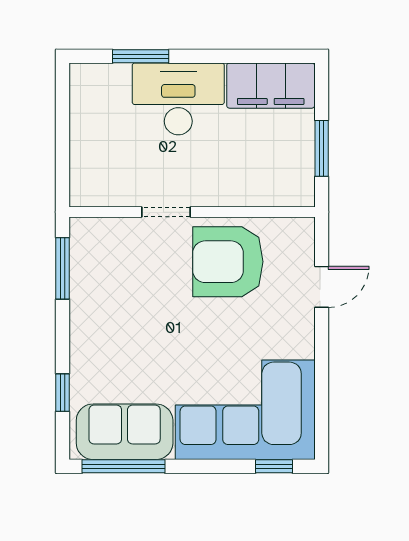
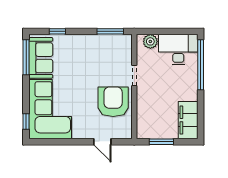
window: (141, 56) -> (201, 65), width x2.11
desk: (178, 99) -> (178, 50), moved, turned -90
plant: (86, 174) -> (150, 41), added

